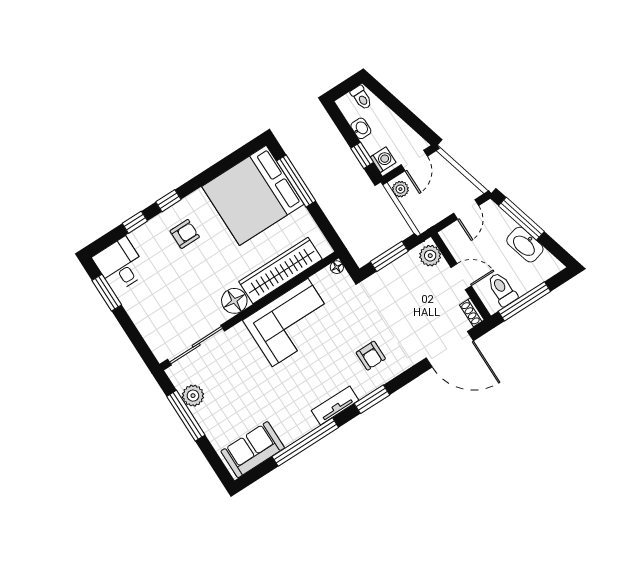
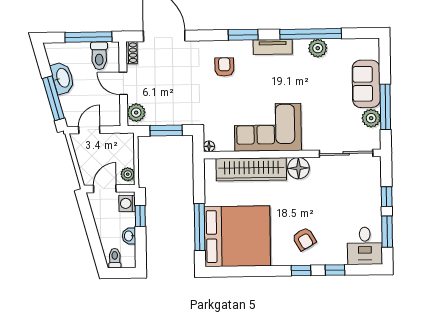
armchair: (185, 234) -> (304, 239), turned -120
window: (129, 327) -> (387, 197), added
plant: (289, 432) -> (318, 48), added
sofa: (253, 450) -> (366, 84), moved, turned 90

